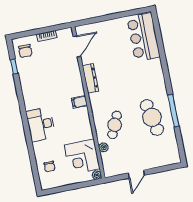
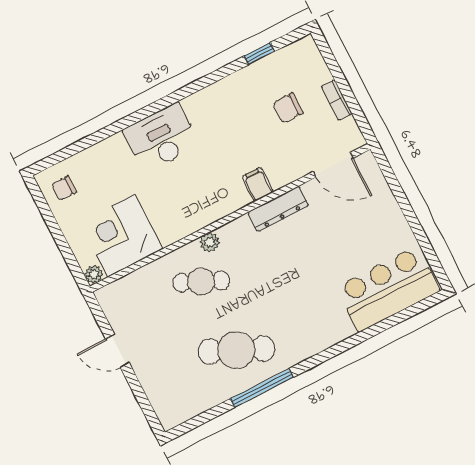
chair: (25, 51) -> (288, 108), moved
filing cabinet: (79, 102) -> (258, 184), moved
cafe table: (152, 117) -> (236, 350), turned 36
plant: (104, 147) -> (210, 242), moved
chair: (49, 167) -> (64, 188), moved

